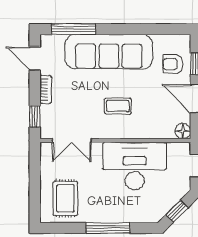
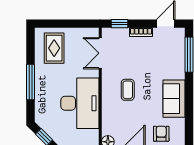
sofa: (109, 52) -> (174, 99), width x0.54, depth x0.79
rug: (65, 198) -> (54, 48), turned 90

